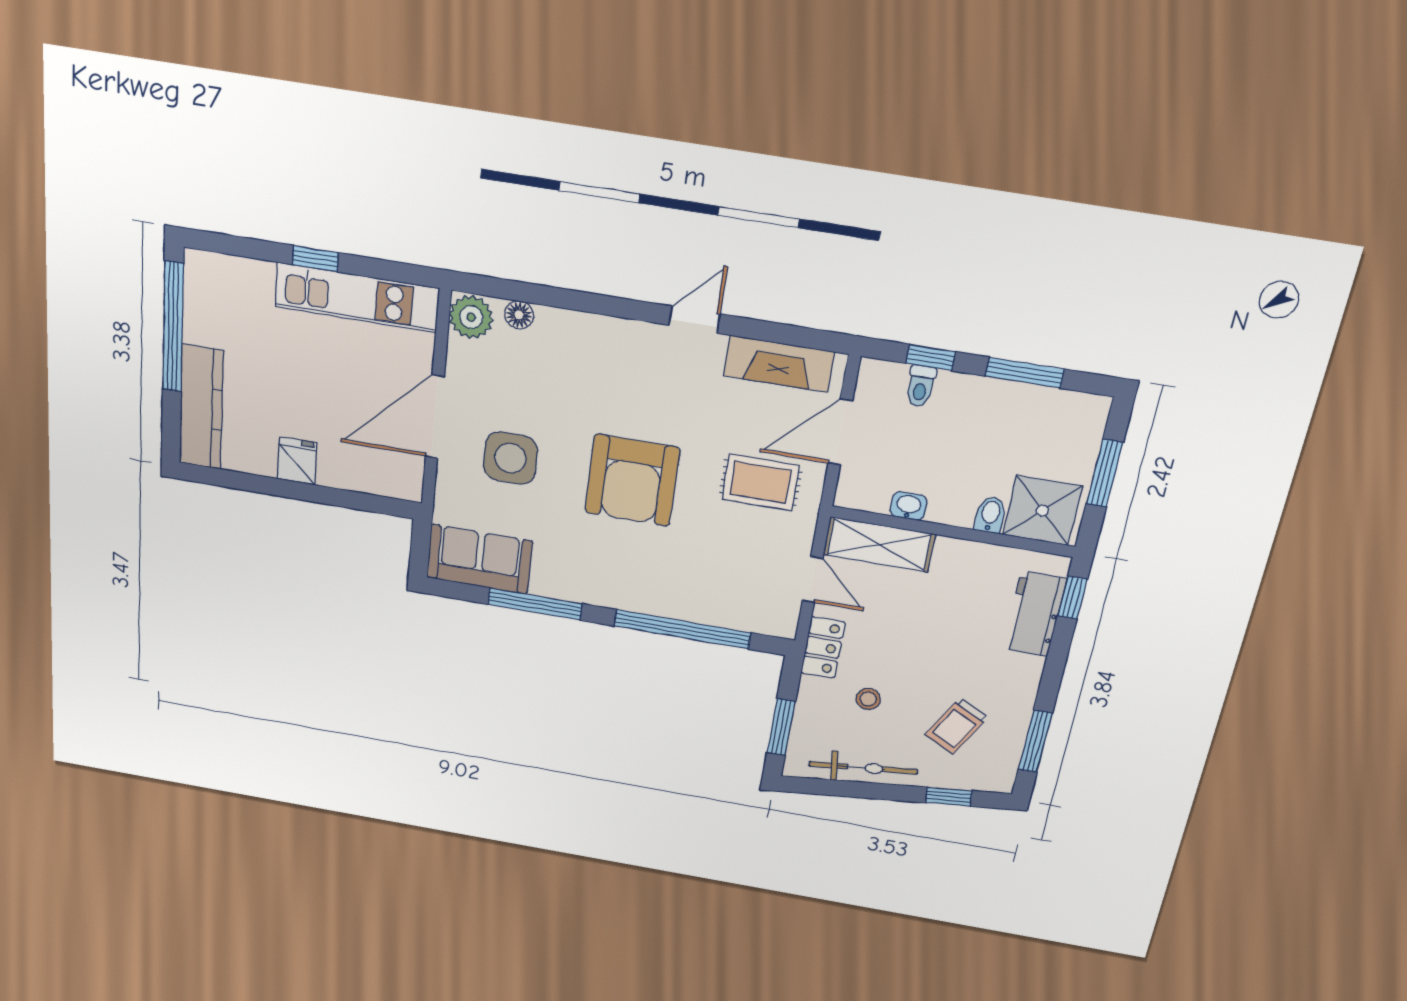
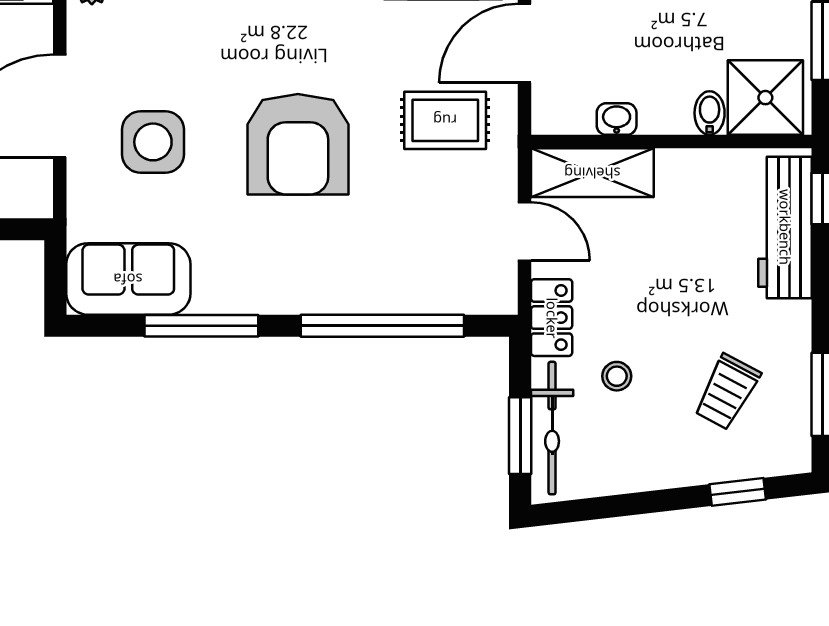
workbench: (1034, 614) -> (785, 227), width x1.38
bicycle: (863, 768) -> (552, 428), moved, turned 97

